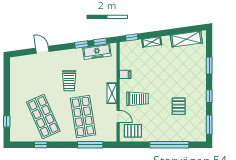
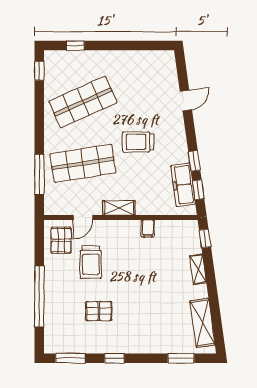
window: (209, 65) -> (181, 358), moved
trolley: (138, 99) -> (91, 262), moved
window: (41, 145) -> (39, 71), moved

